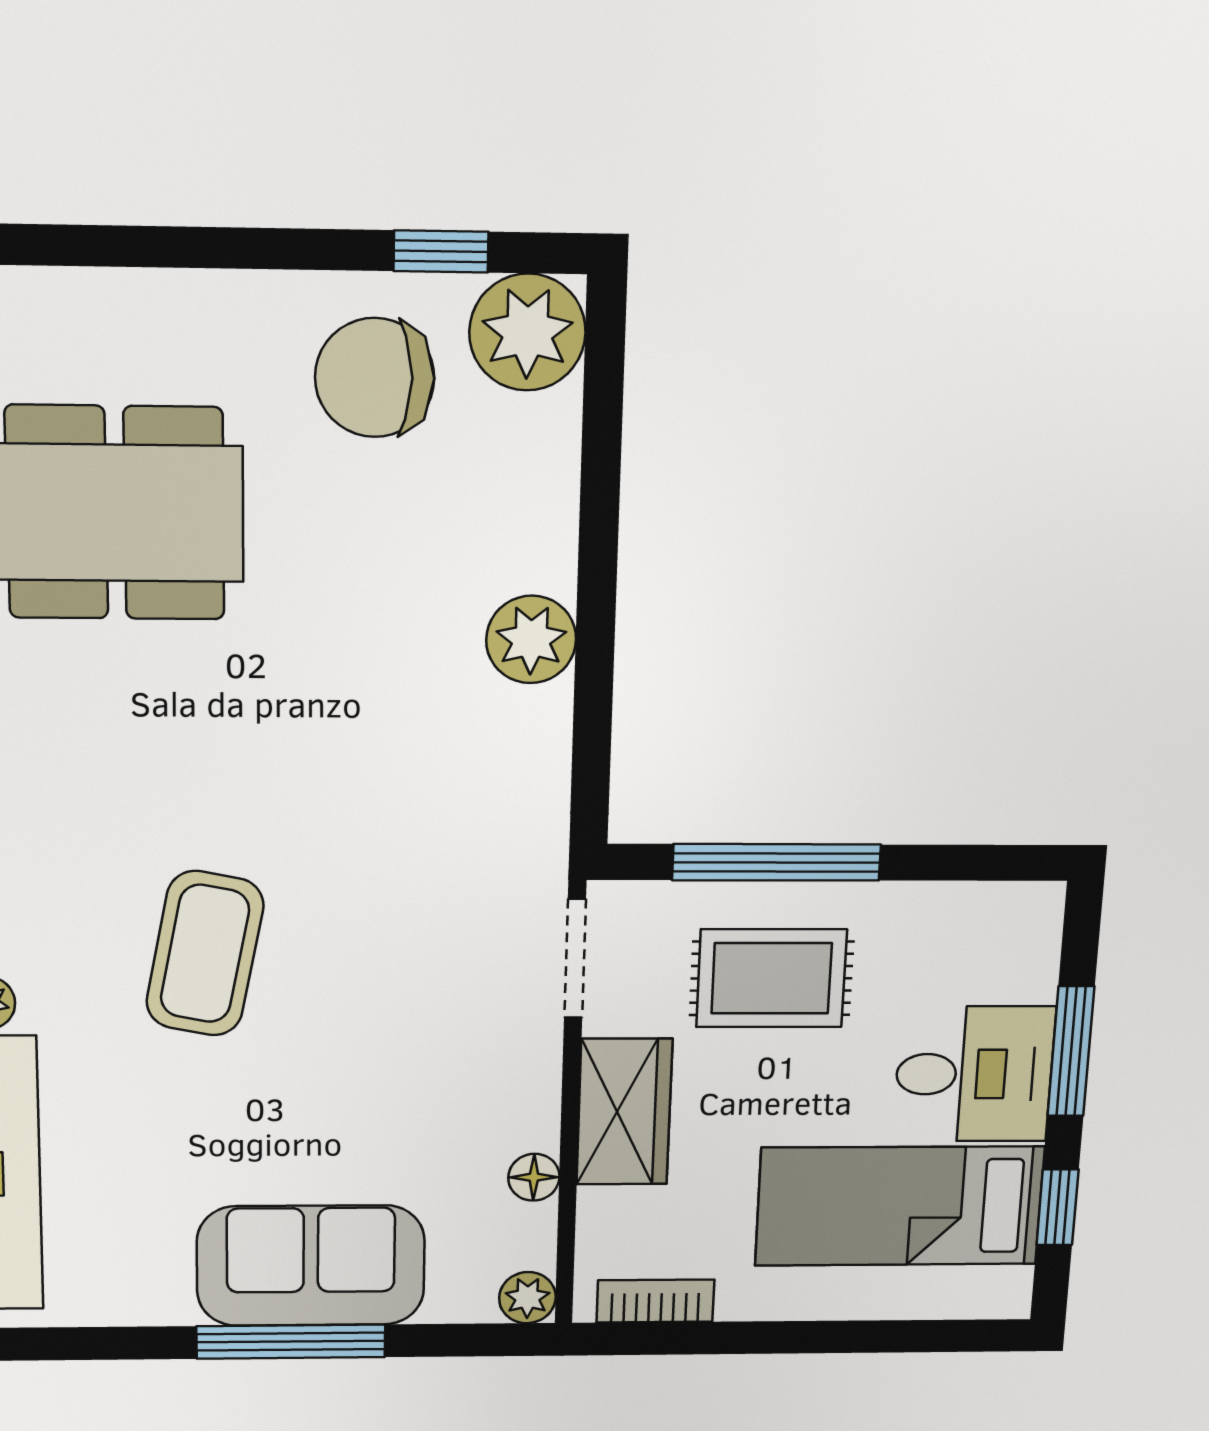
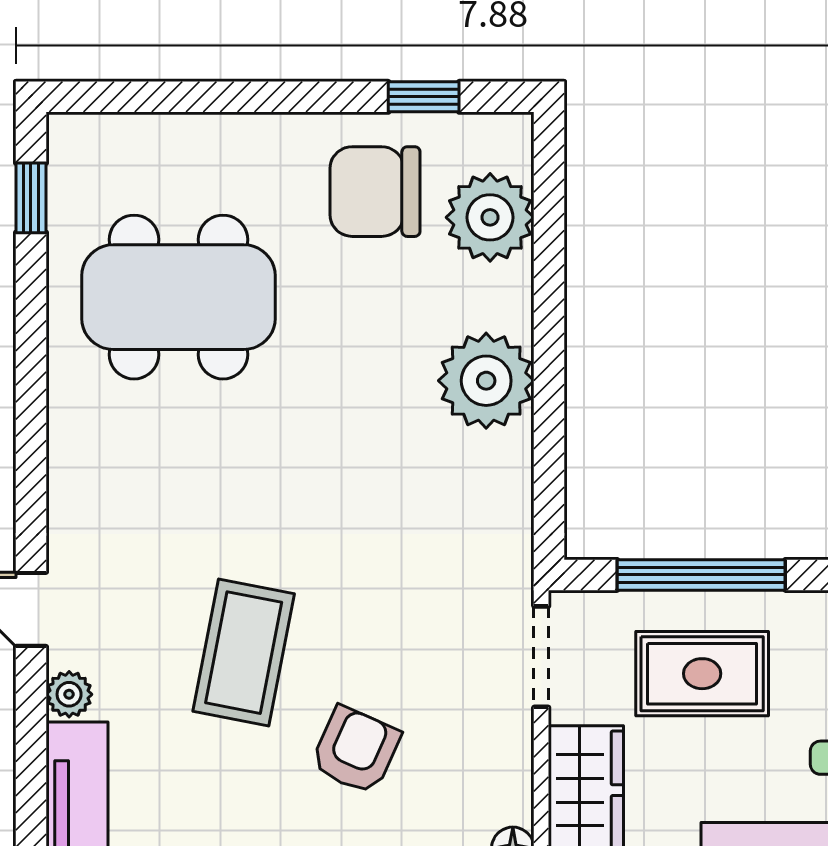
plant: (527, 332) -> (490, 217), moved
plant: (531, 640) -> (486, 381), width x1.36, depth x1.36
armchair: (344, 1067) -> (356, 750), added

